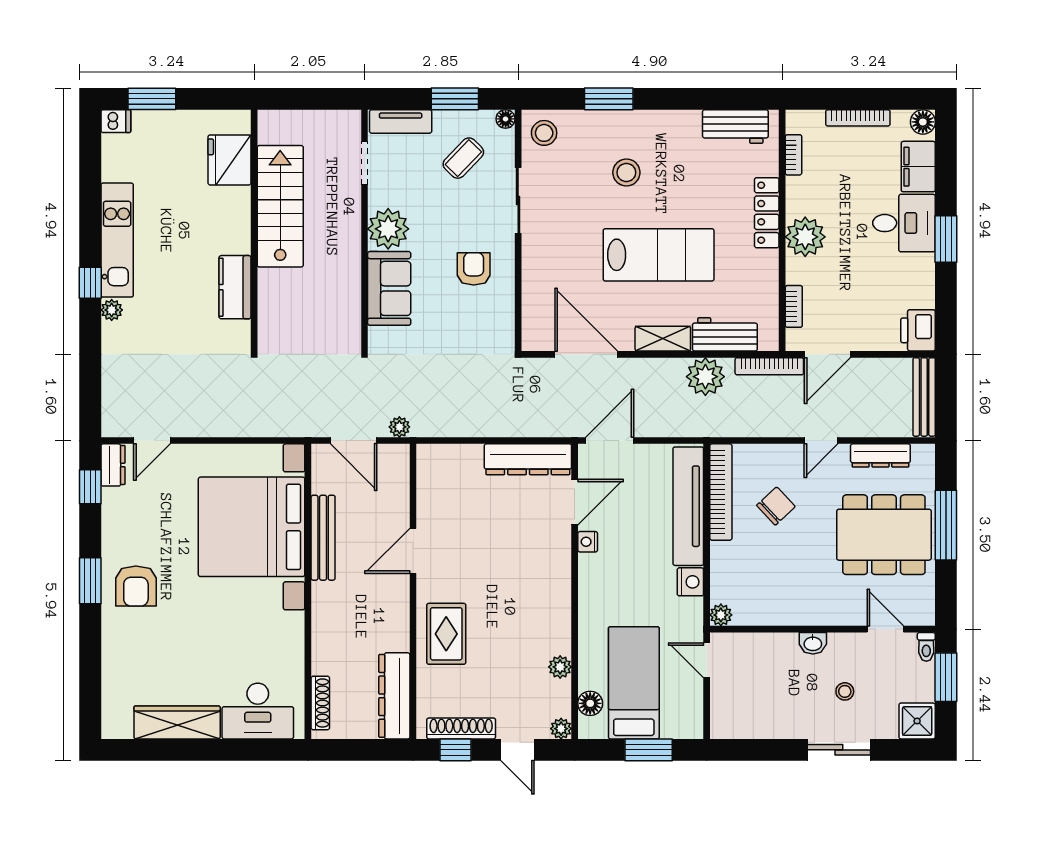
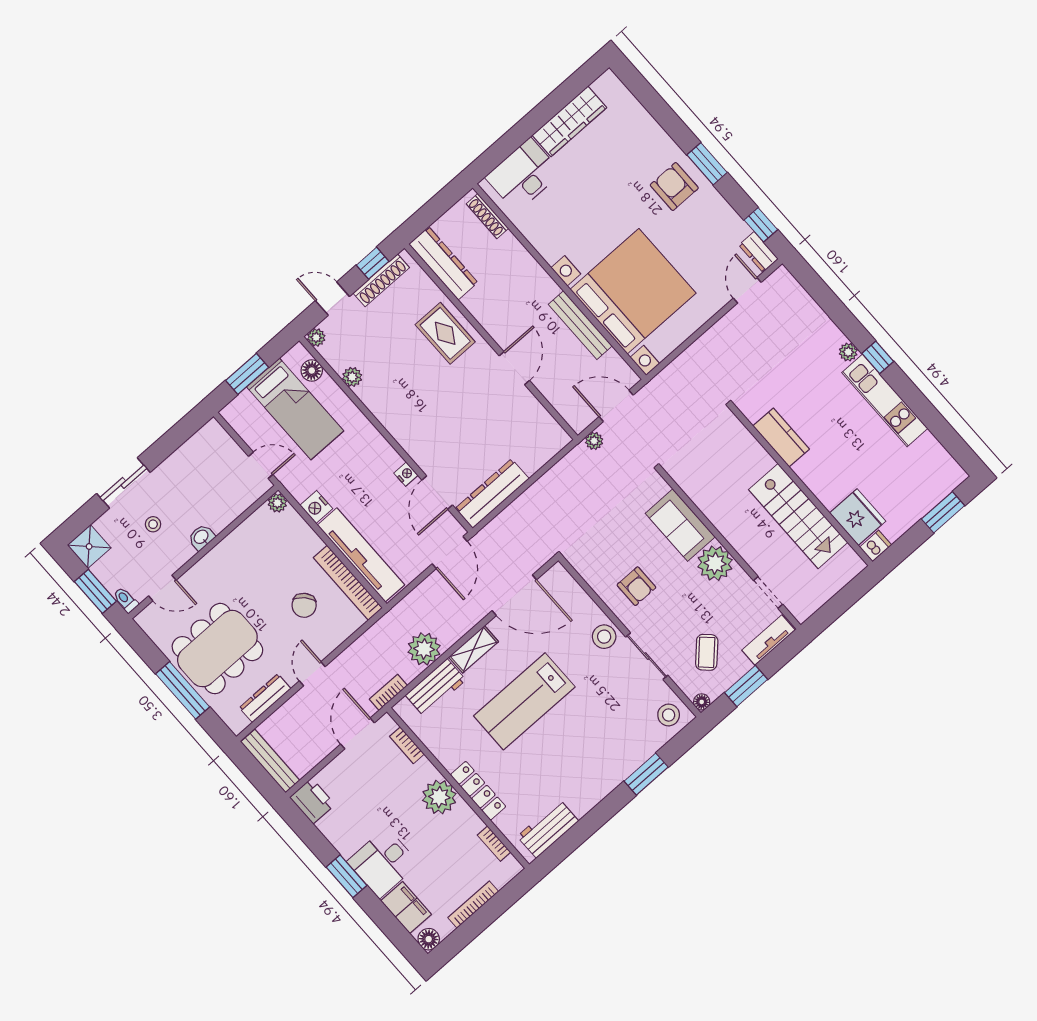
dishwasher: (116, 121) -> (876, 546), moved, turned 180
stool: (626, 172) -> (604, 637), moved
bookcase: (769, 366) -> (388, 692), width x0.64

